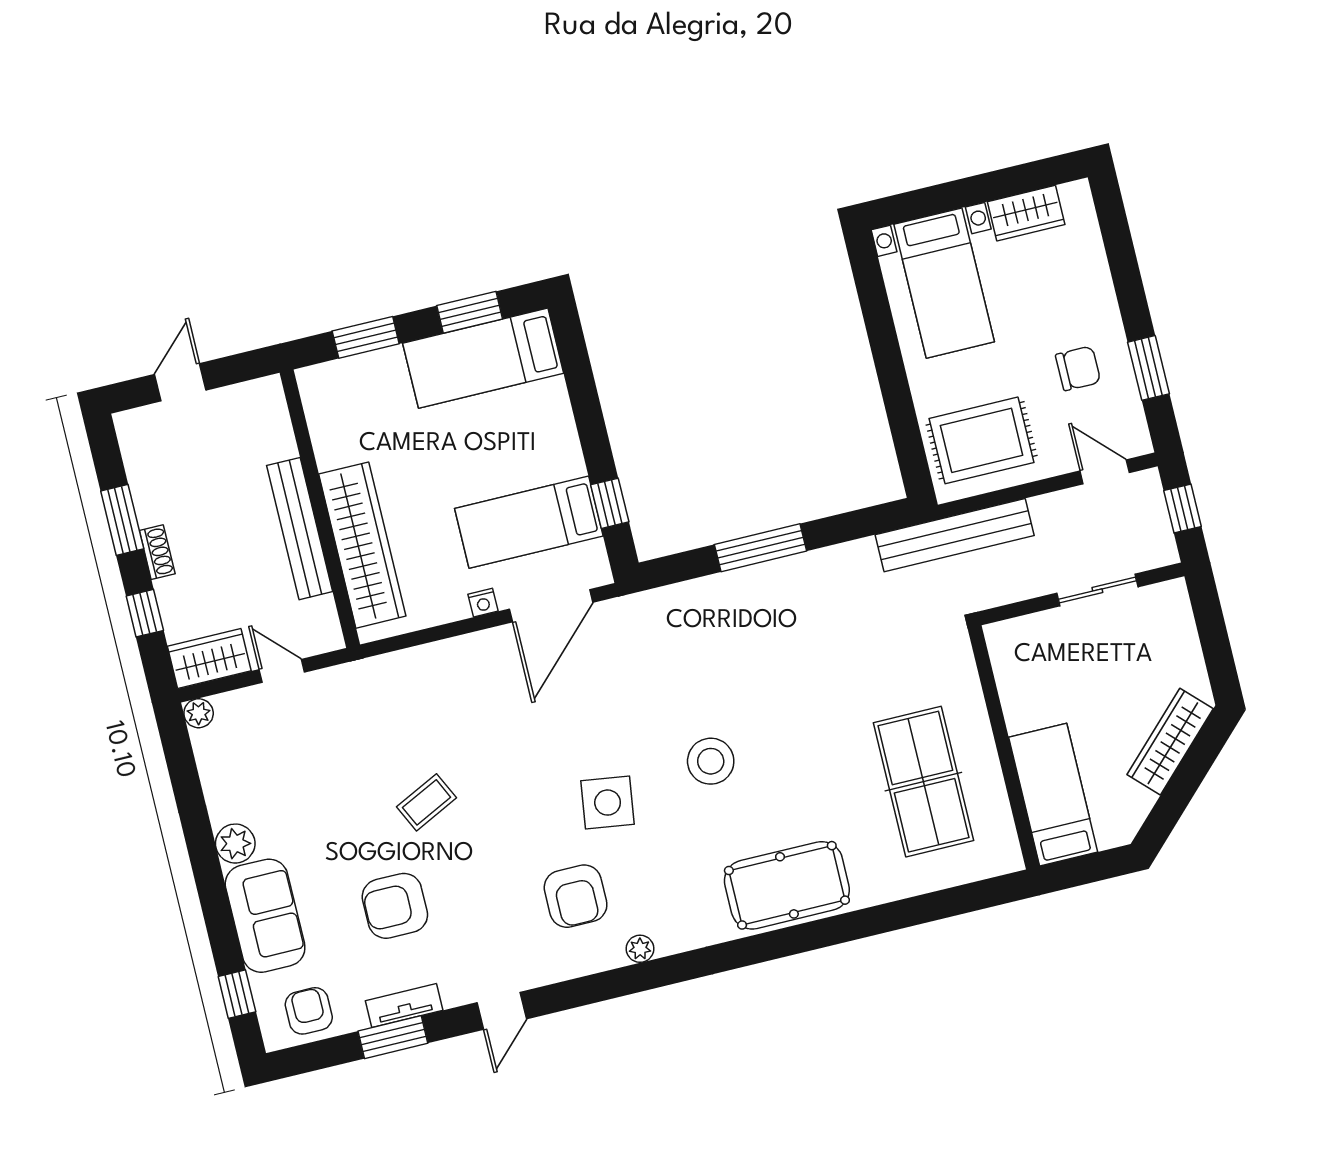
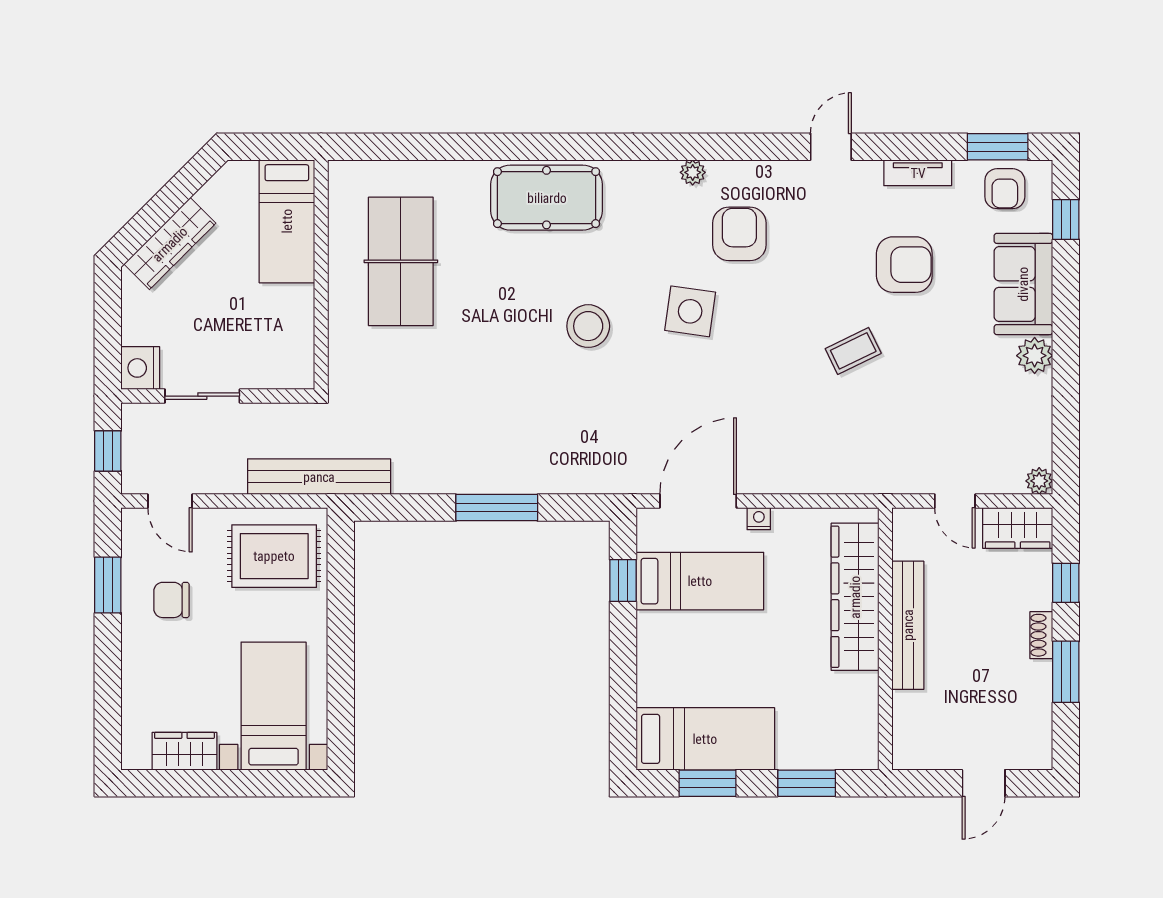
nightstand: (1170, 604) -> (140, 368), added
window: (393, 1037) -> (998, 147), moved

